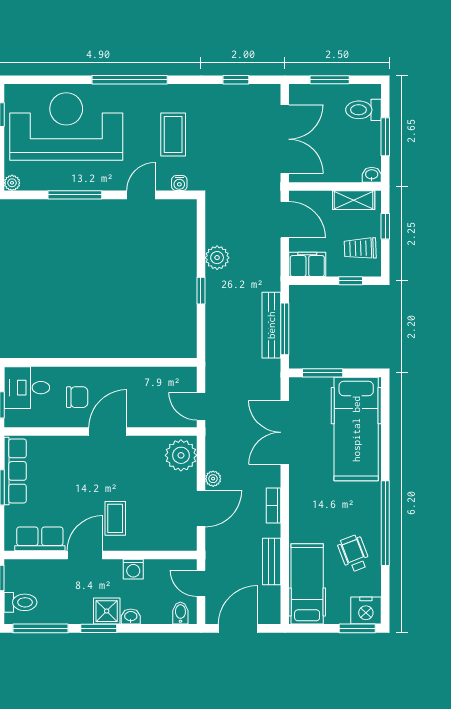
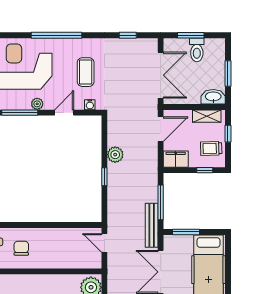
toilet: (363, 110) -> (197, 50), moved, turned -90
washbasin: (372, 175) -> (213, 97), width x1.91, depth x1.45
plant: (101, 182) -> (37, 104), added
door: (285, 220) -> (161, 129), hinge flipped
bench: (271, 325) -> (152, 225), moved
chair: (77, 397) -> (21, 248), turned -90
door: (201, 406) -> (104, 243), moved
door: (108, 432) -> (42, 271), removed

